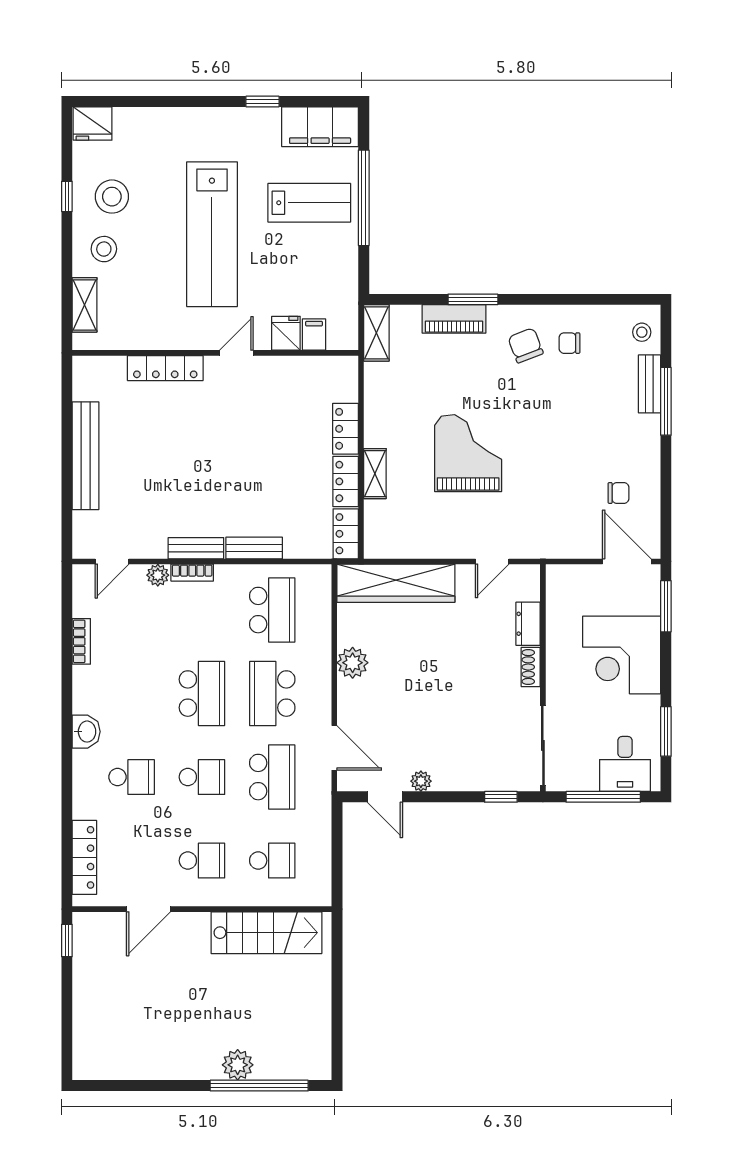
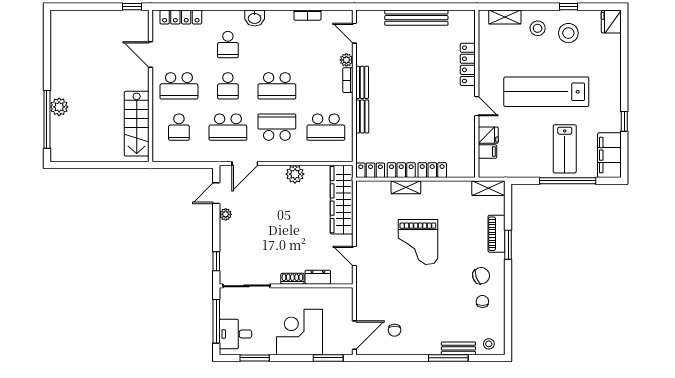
grand piano: (468, 453) -> (418, 242), turned 90
school desk: (202, 861) -> (179, 86), width x1.85

